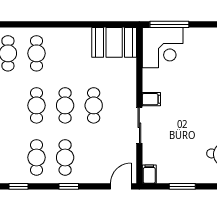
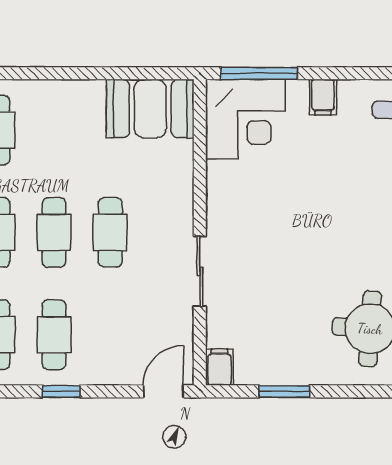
filing cabinet: (151, 99) -> (323, 97), moved, turned 90

